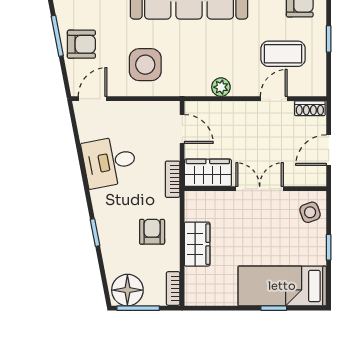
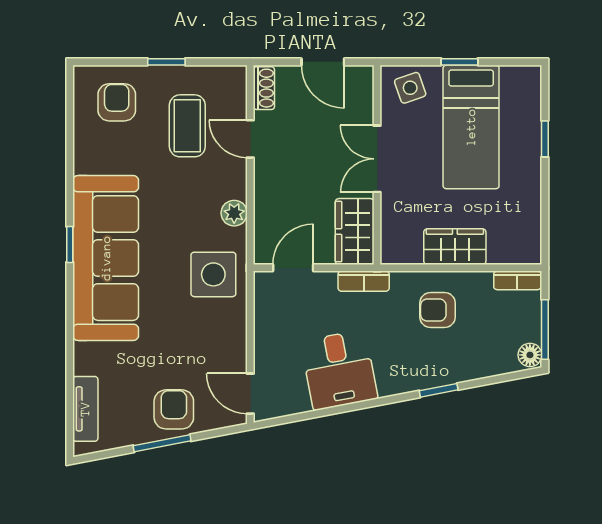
side table: (145, 65) -> (213, 274), moved
bed: (282, 286) -> (471, 127), moved
floor lamp: (127, 290) -> (530, 355), width x0.53, depth x0.53

